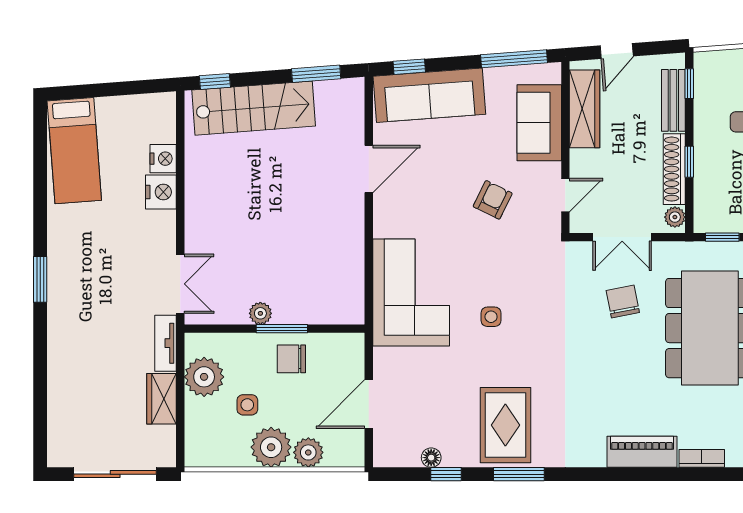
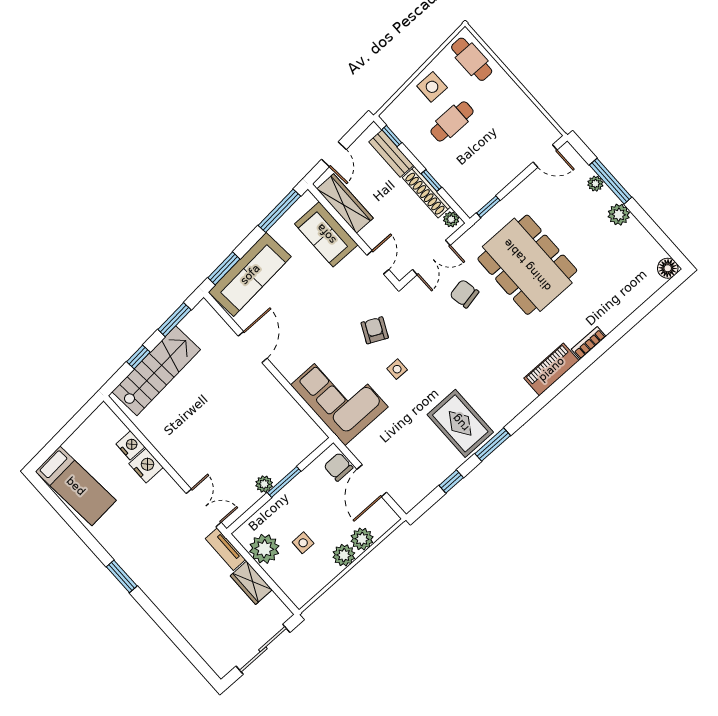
window: (409, 67) -> (224, 268), width x1.50
window: (215, 81) -> (138, 357), moved
armchair: (493, 200) -> (375, 330), moved
chair: (291, 359) -> (338, 467), moved, turned 90
plant: (271, 447) -> (344, 555), width x0.73, depth x0.73
floor lamp: (431, 458) -> (434, 480), removed

